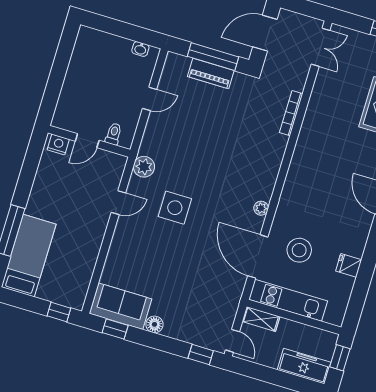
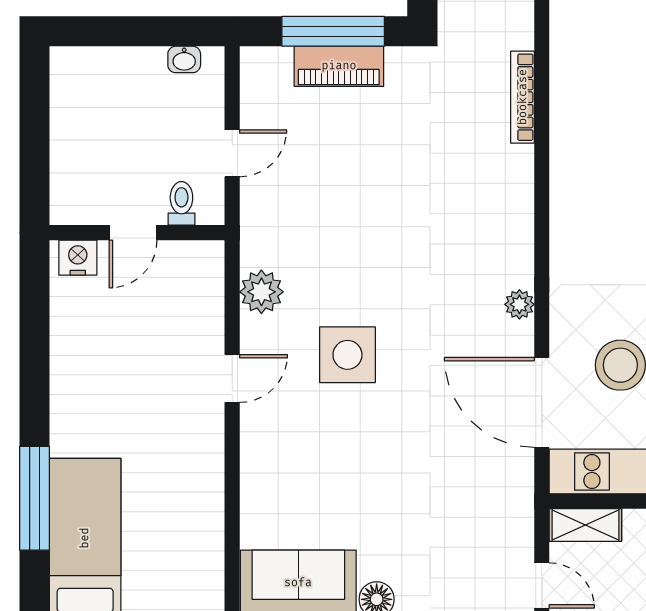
toilet: (114, 134) -> (181, 203), moved
door: (87, 141) -> (133, 233), moved
wall: (89, 141) -> (137, 233), moved
nightstand: (58, 145) -> (78, 258), moved

